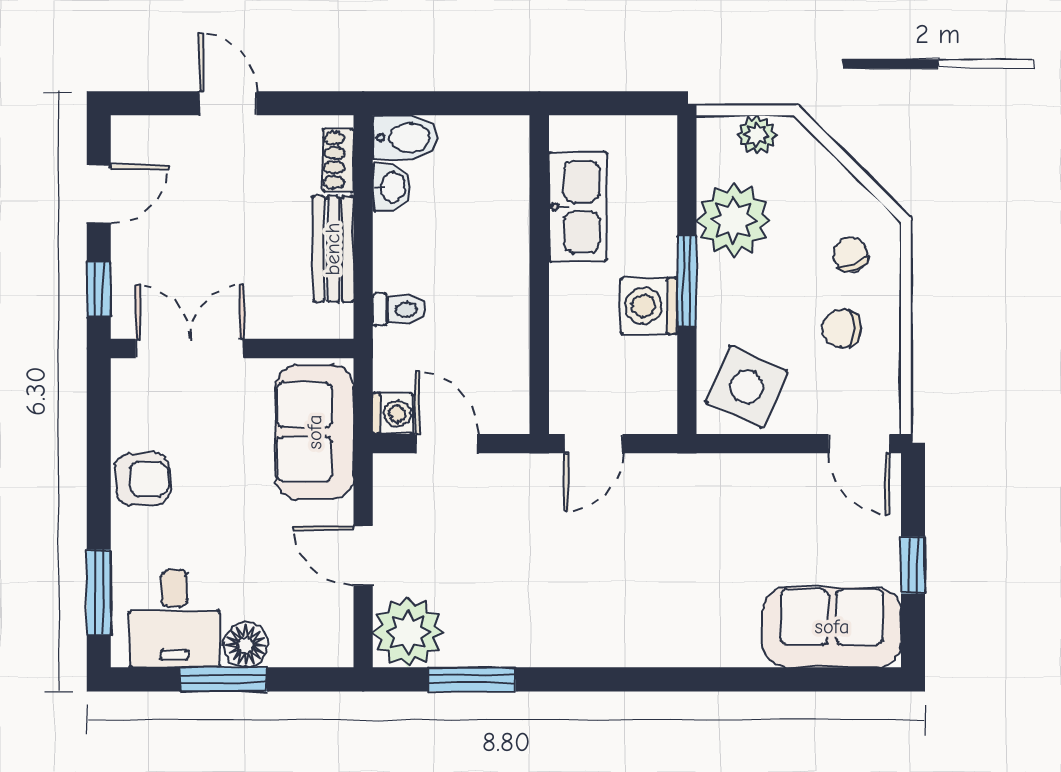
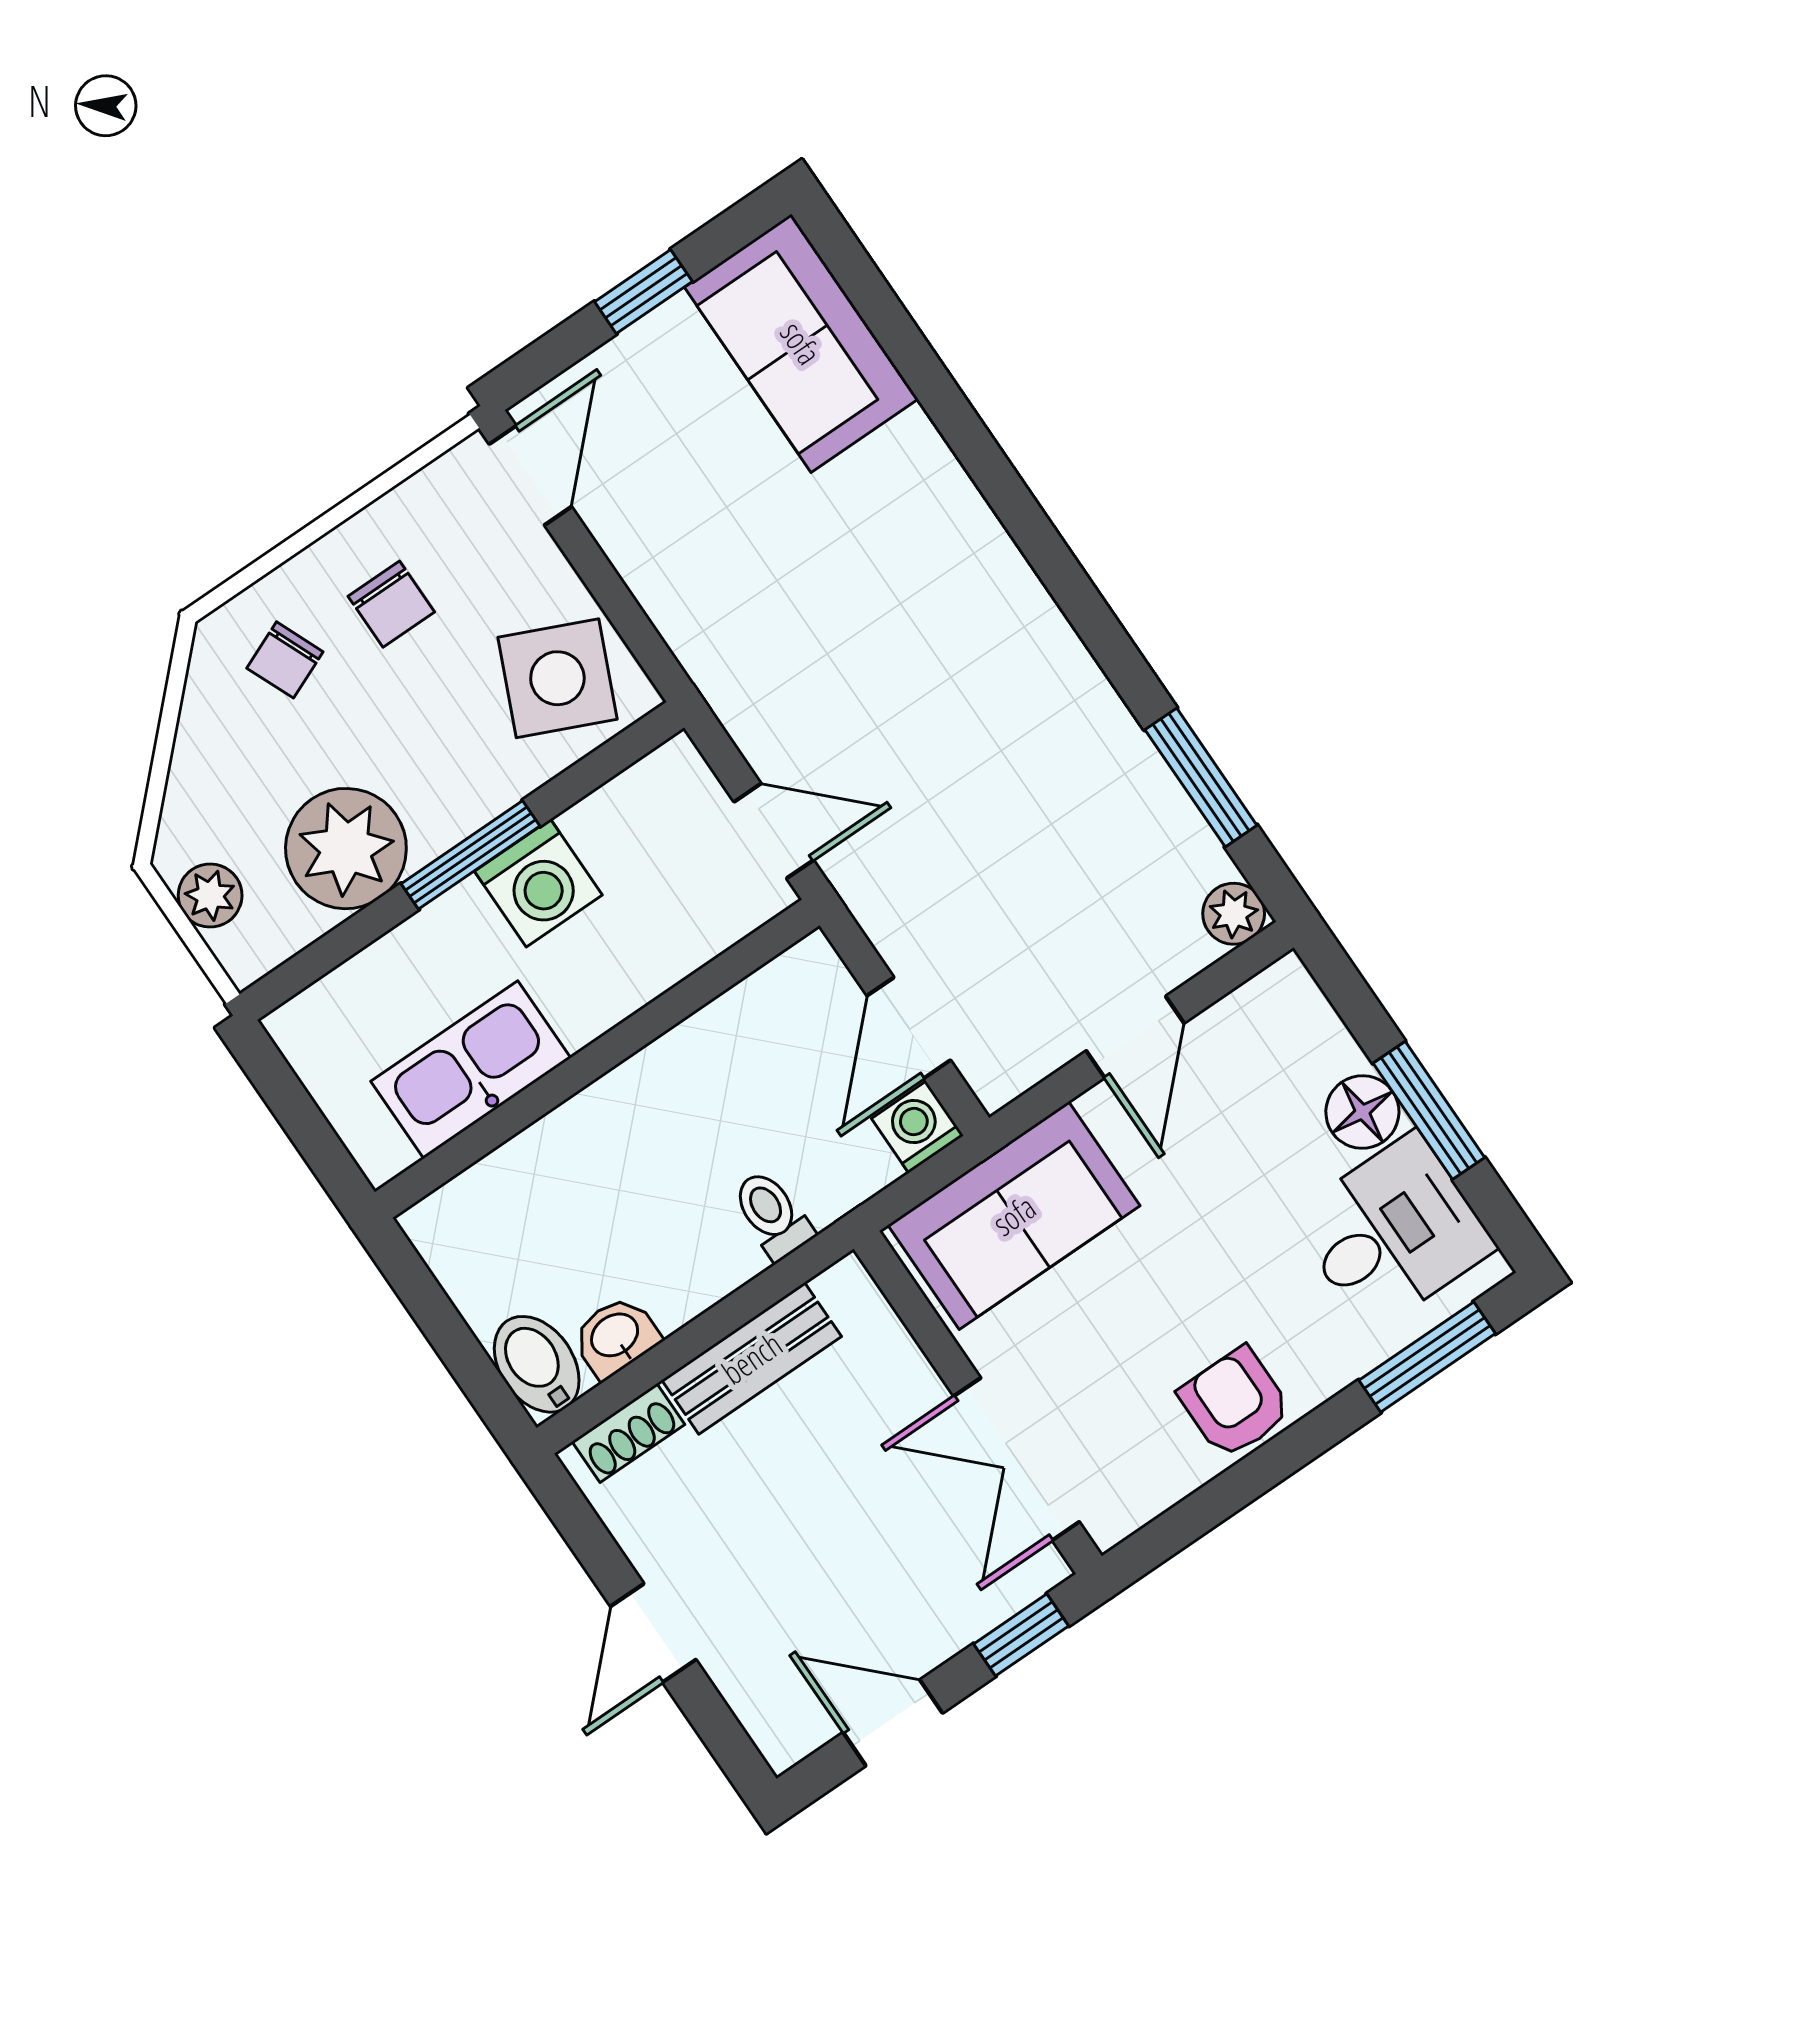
plant: (408, 632) -> (1234, 914), width x0.53, depth x0.53

